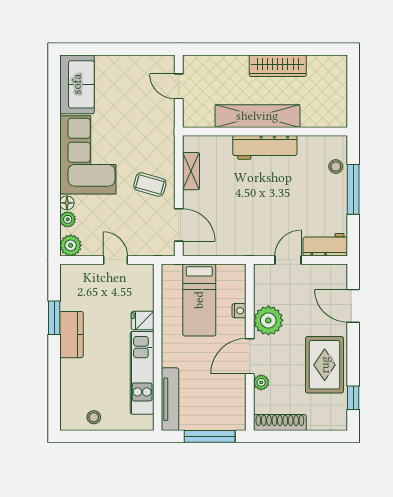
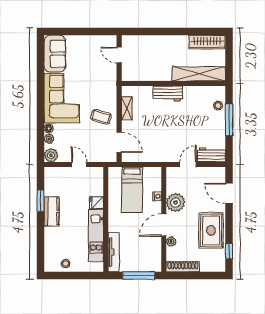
wardrobe: (278, 66) -> (207, 42), moved
shelving: (257, 116) -> (199, 74), moved
workbench: (265, 147) -> (168, 93), width x0.73

